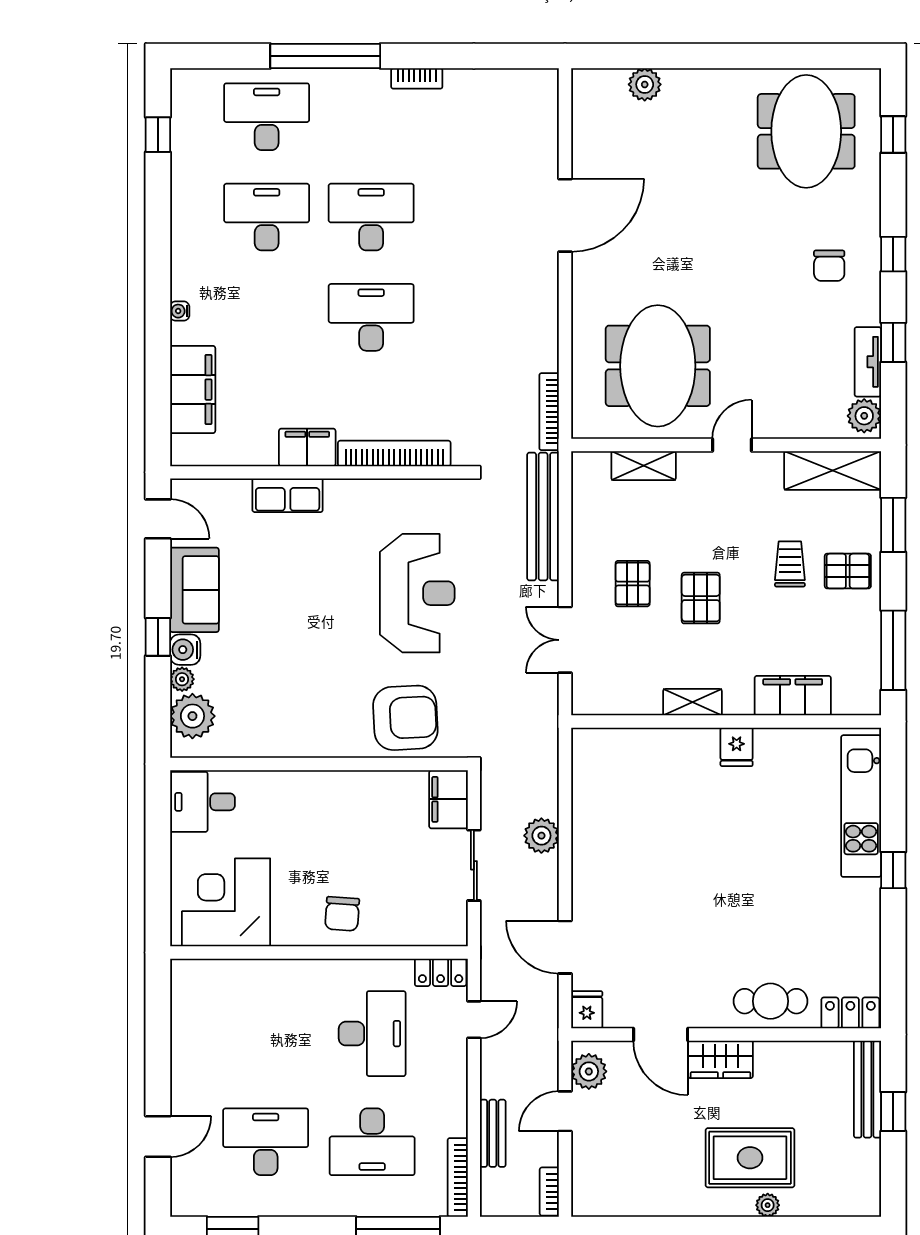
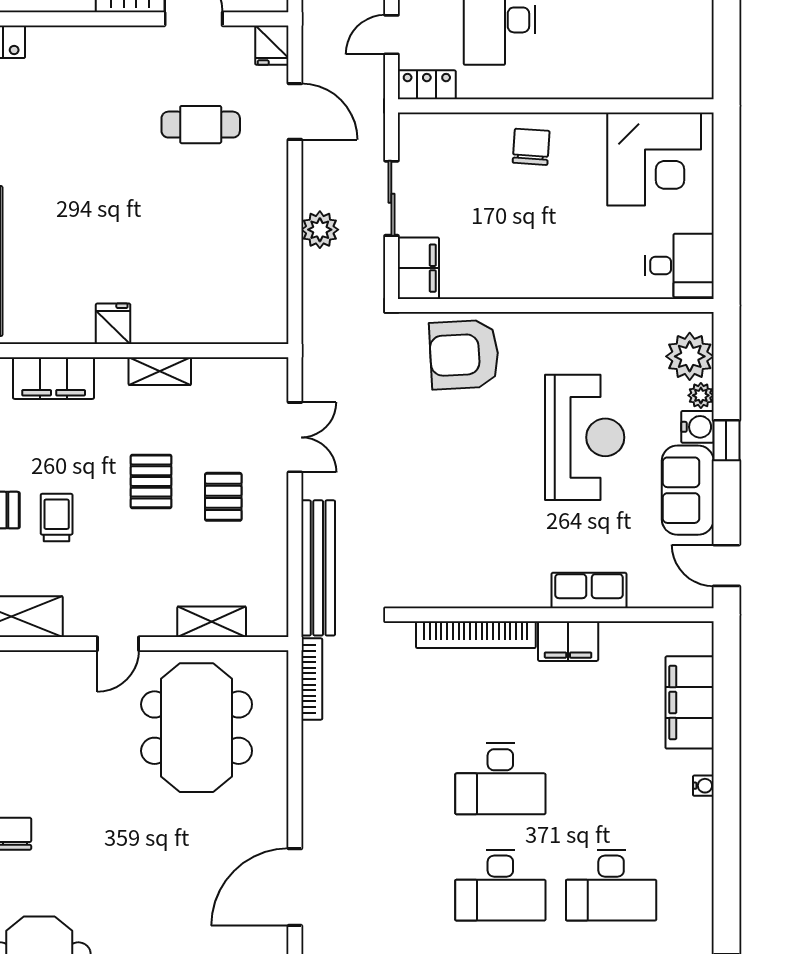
trolley: (790, 564) -> (57, 518), turned 180
reception desk: (417, 593) -> (585, 437), moved, turned 180
cafe table: (771, 1001) -> (201, 125), moved

